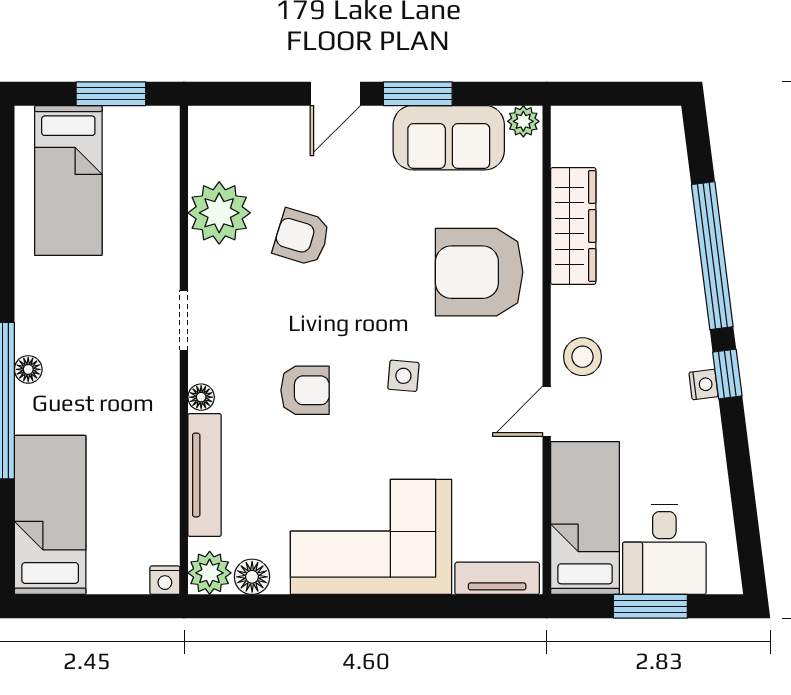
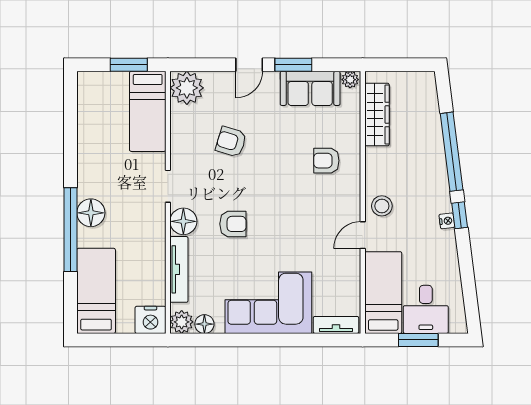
bed: (68, 180) -> (148, 111), moved
plant: (219, 213) -> (187, 88), moved
wardrobe: (573, 226) -> (377, 115), moved
armchair: (479, 272) -> (326, 161), width x0.53, depth x0.53
floor lamp: (28, 369) -> (91, 213), width x1.89, depth x1.89
side table: (403, 376) -> (286, 216), removed
floor lamp: (201, 397) -> (183, 221), width x1.89, depth x1.89
nightstand: (165, 580) -> (150, 320), width x1.89, depth x1.79

